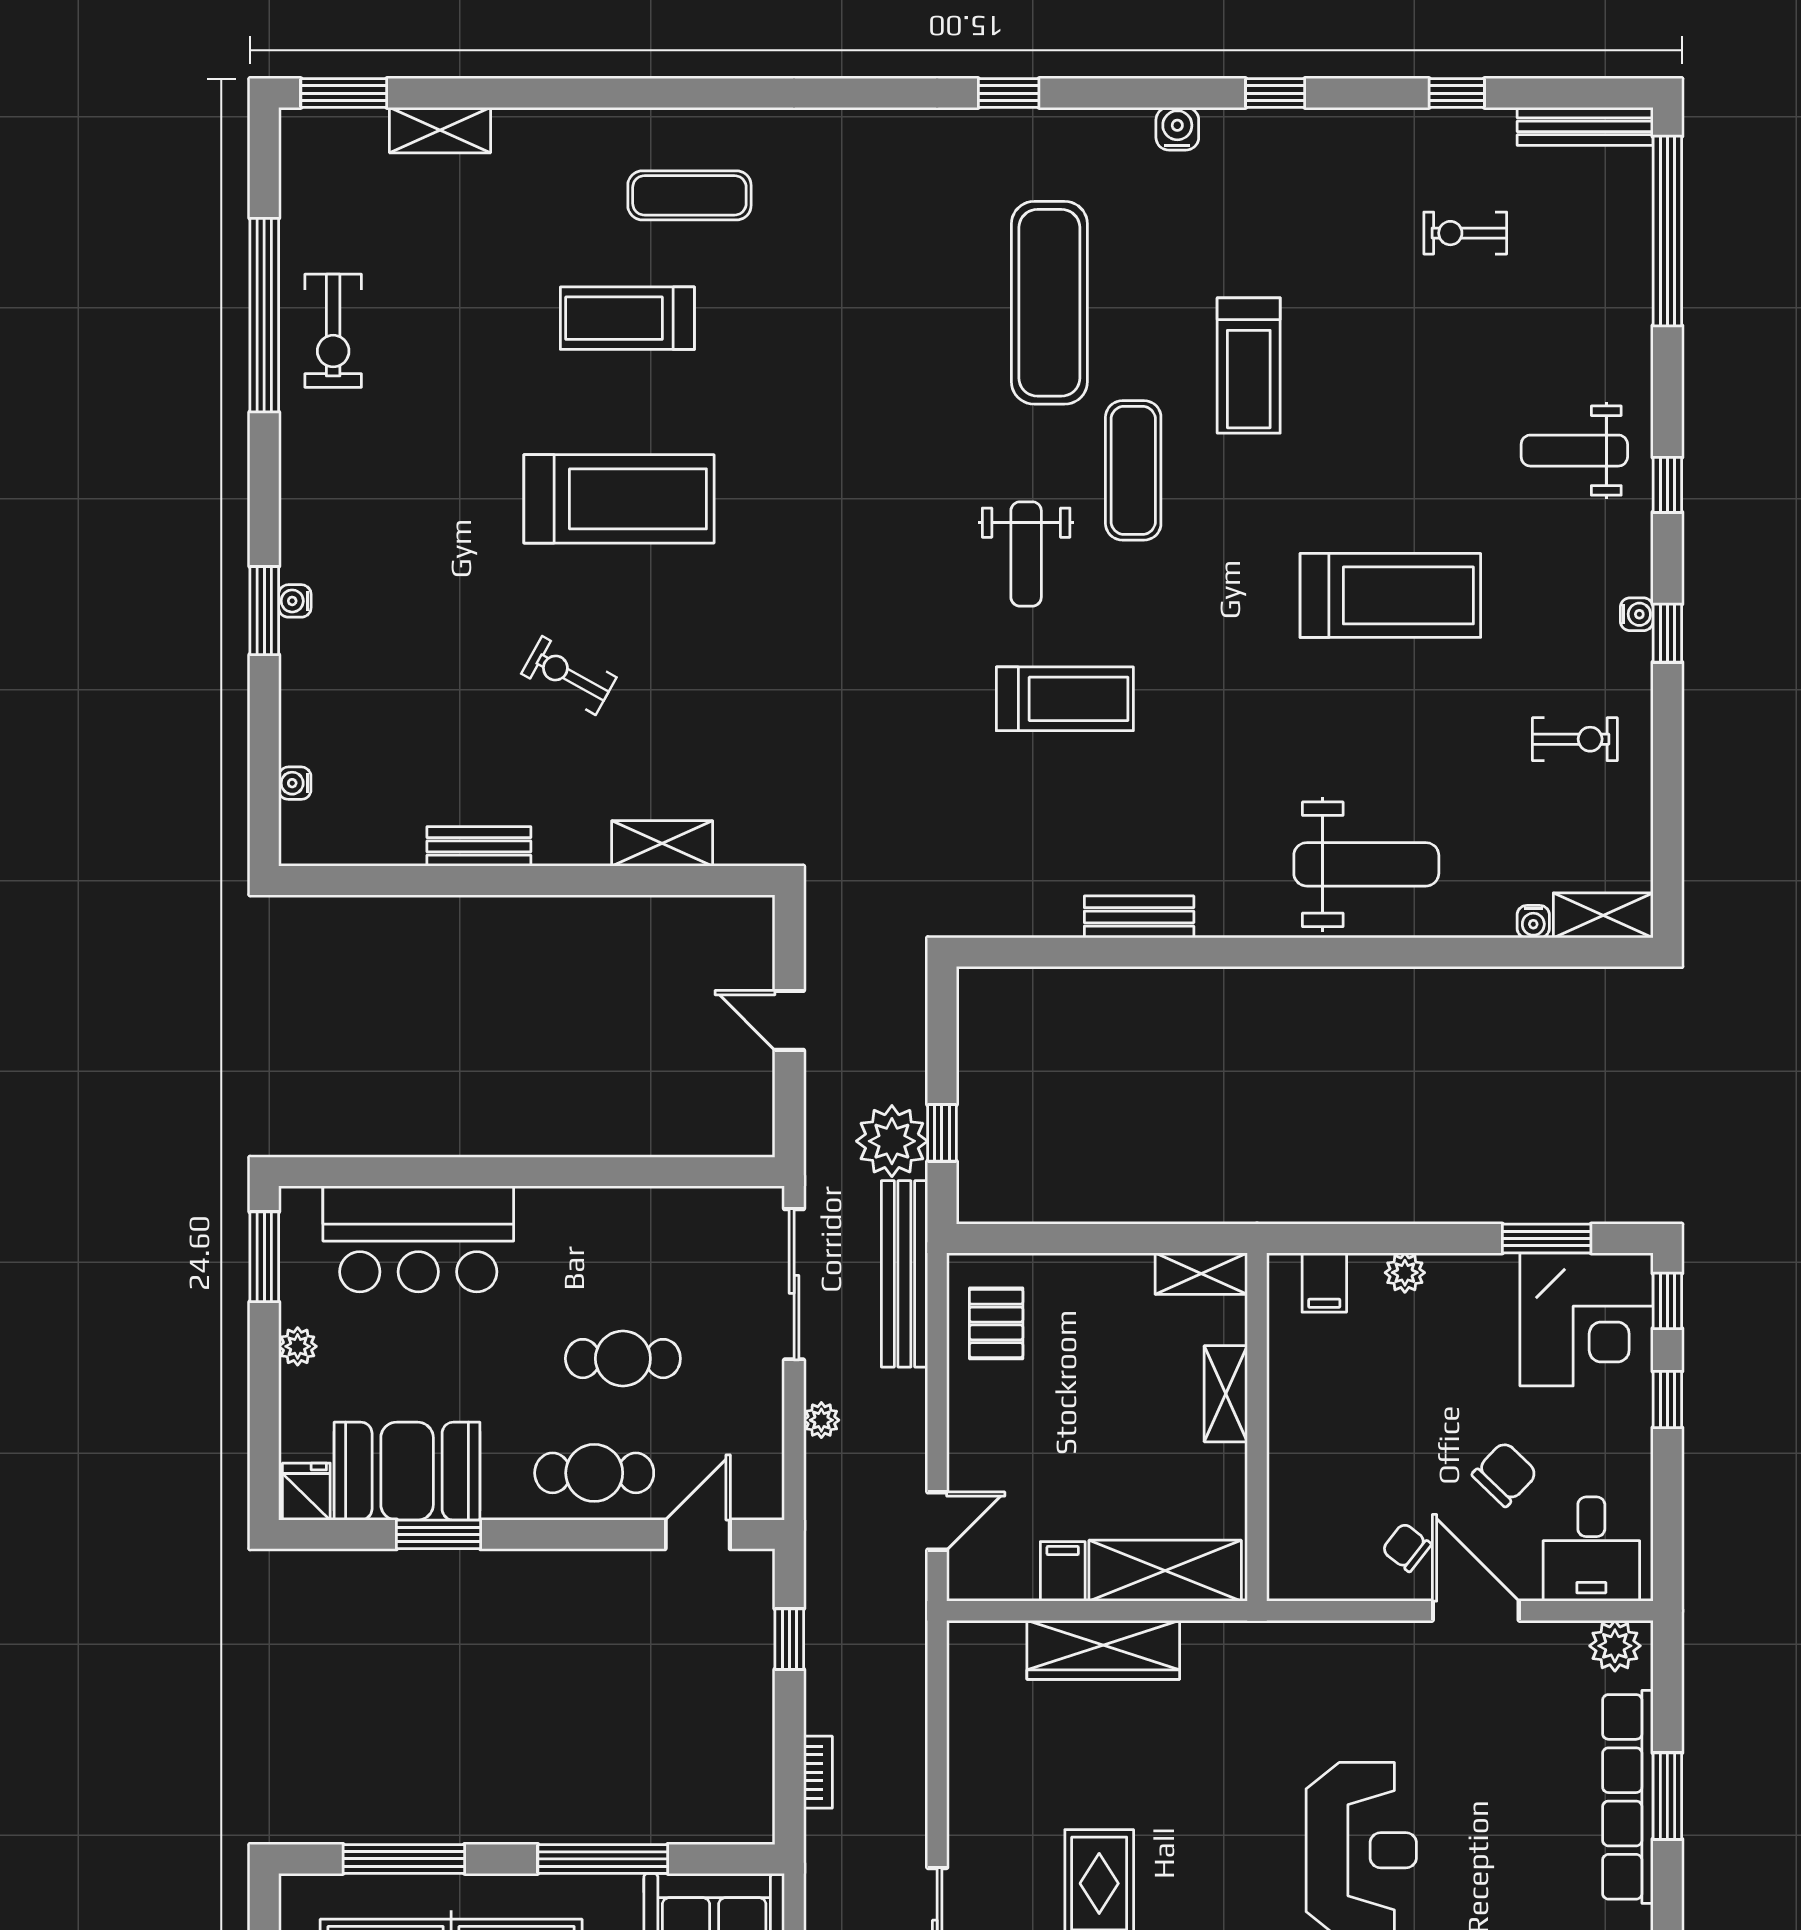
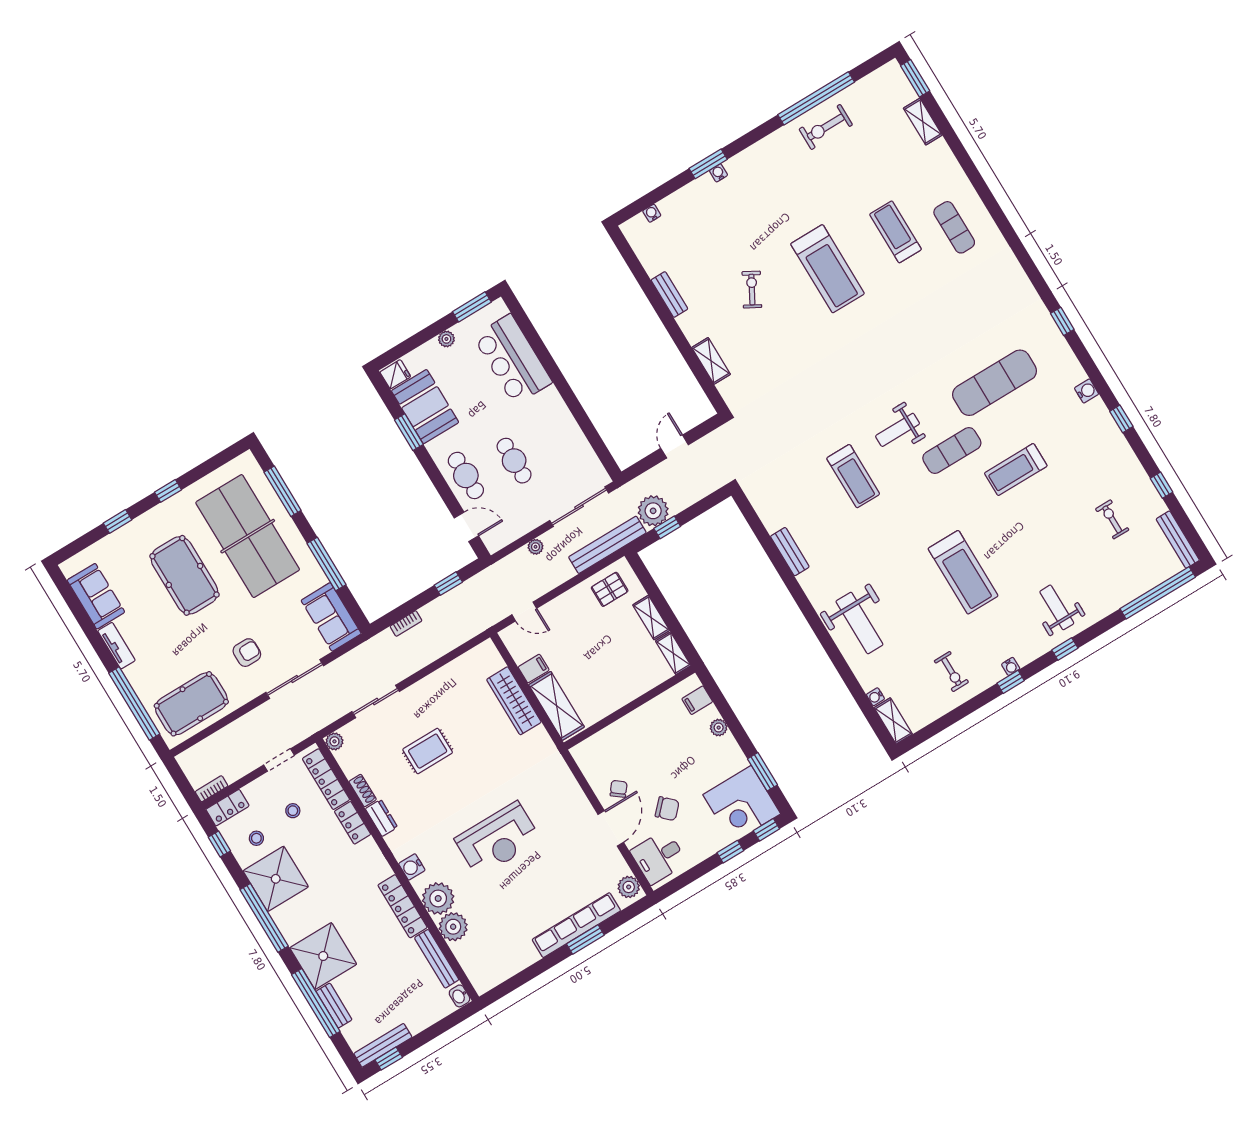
shelving: (1226, 1394) -> (651, 618), moved, turned 90

